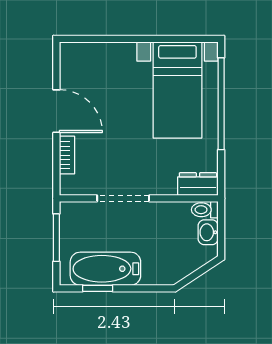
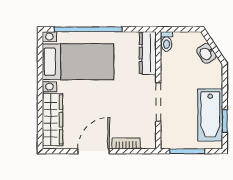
wardrobe: (99, 55) -> (52, 120), added
dresser: (198, 184) -> (148, 53), width x1.44
washbasin: (208, 232) -> (206, 53), moved, turned 57

